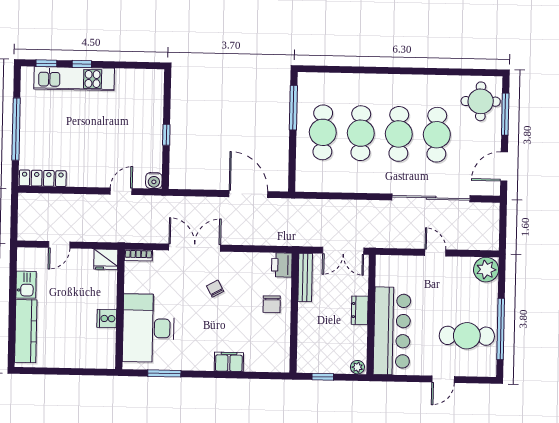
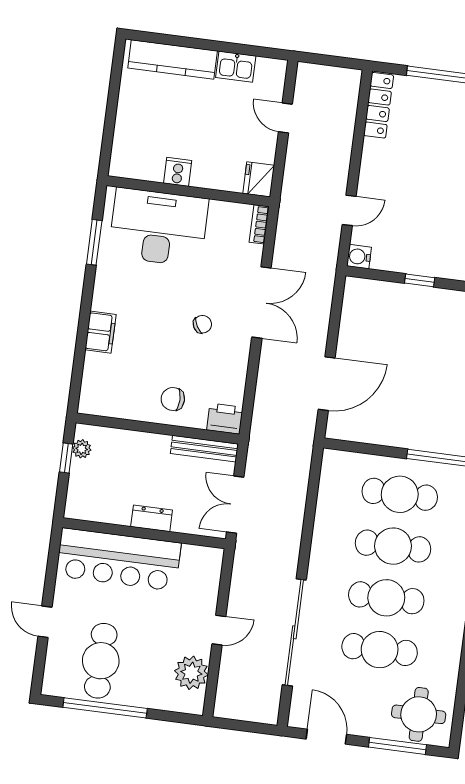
door: (121, 191) -> (349, 210), hinge flipped
plant: (486, 270) -> (191, 673), moved
plant: (357, 367) -> (82, 449), moved

